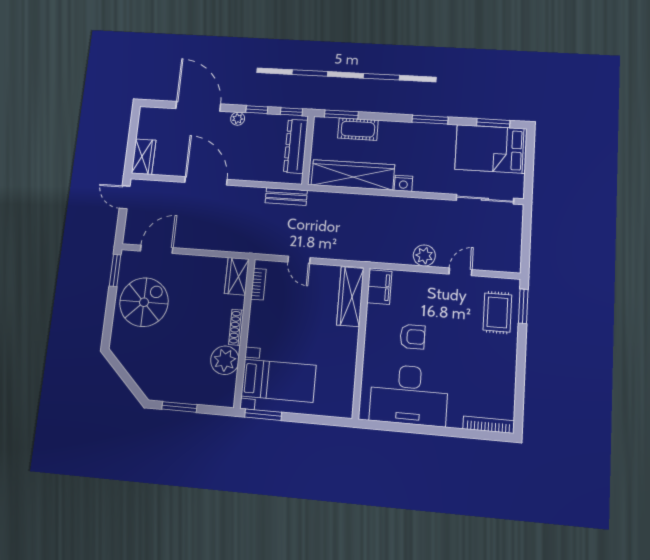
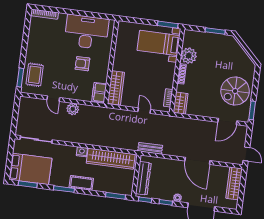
cot: (358, 129) -> (81, 183), moved
wardrobe: (144, 157) -> (234, 183), width x1.50
door: (460, 272) -> (53, 99), hinge flipped

